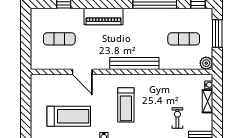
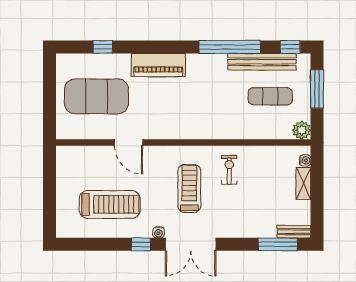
exercise mat: (59, 39) -> (96, 96), width x2.00, depth x1.45
bench: (134, 64) -> (262, 62), moved
treadmill: (126, 105) -> (189, 188), turned 180
exercise bike: (177, 118) -> (229, 170), moved

